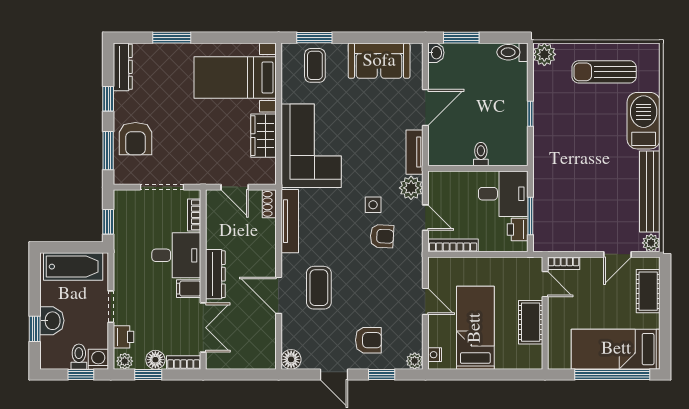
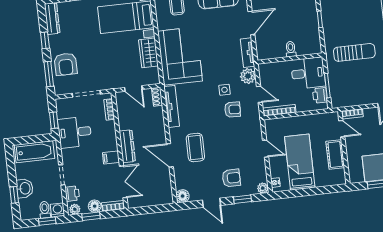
sun lounger: (577, 170) -> (354, 52), added
desk: (176, 255) -> (75, 132), moved, turned 180

